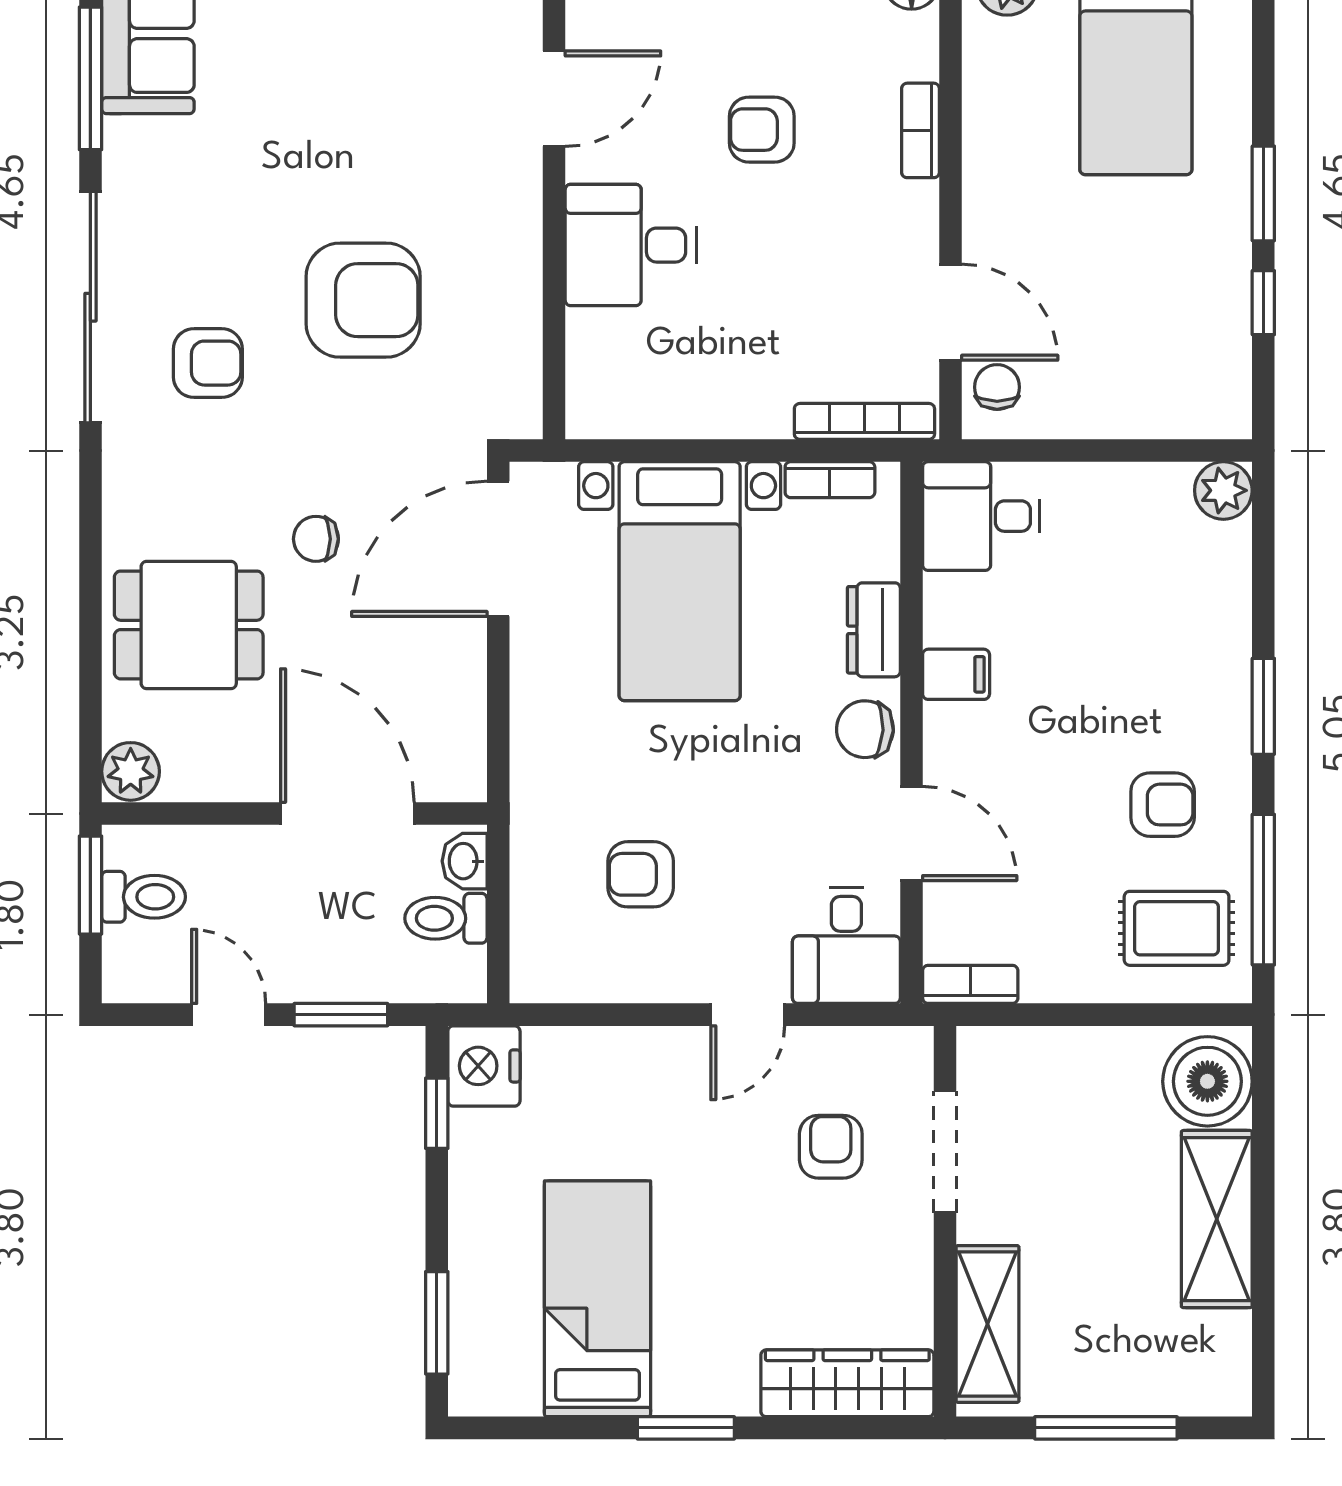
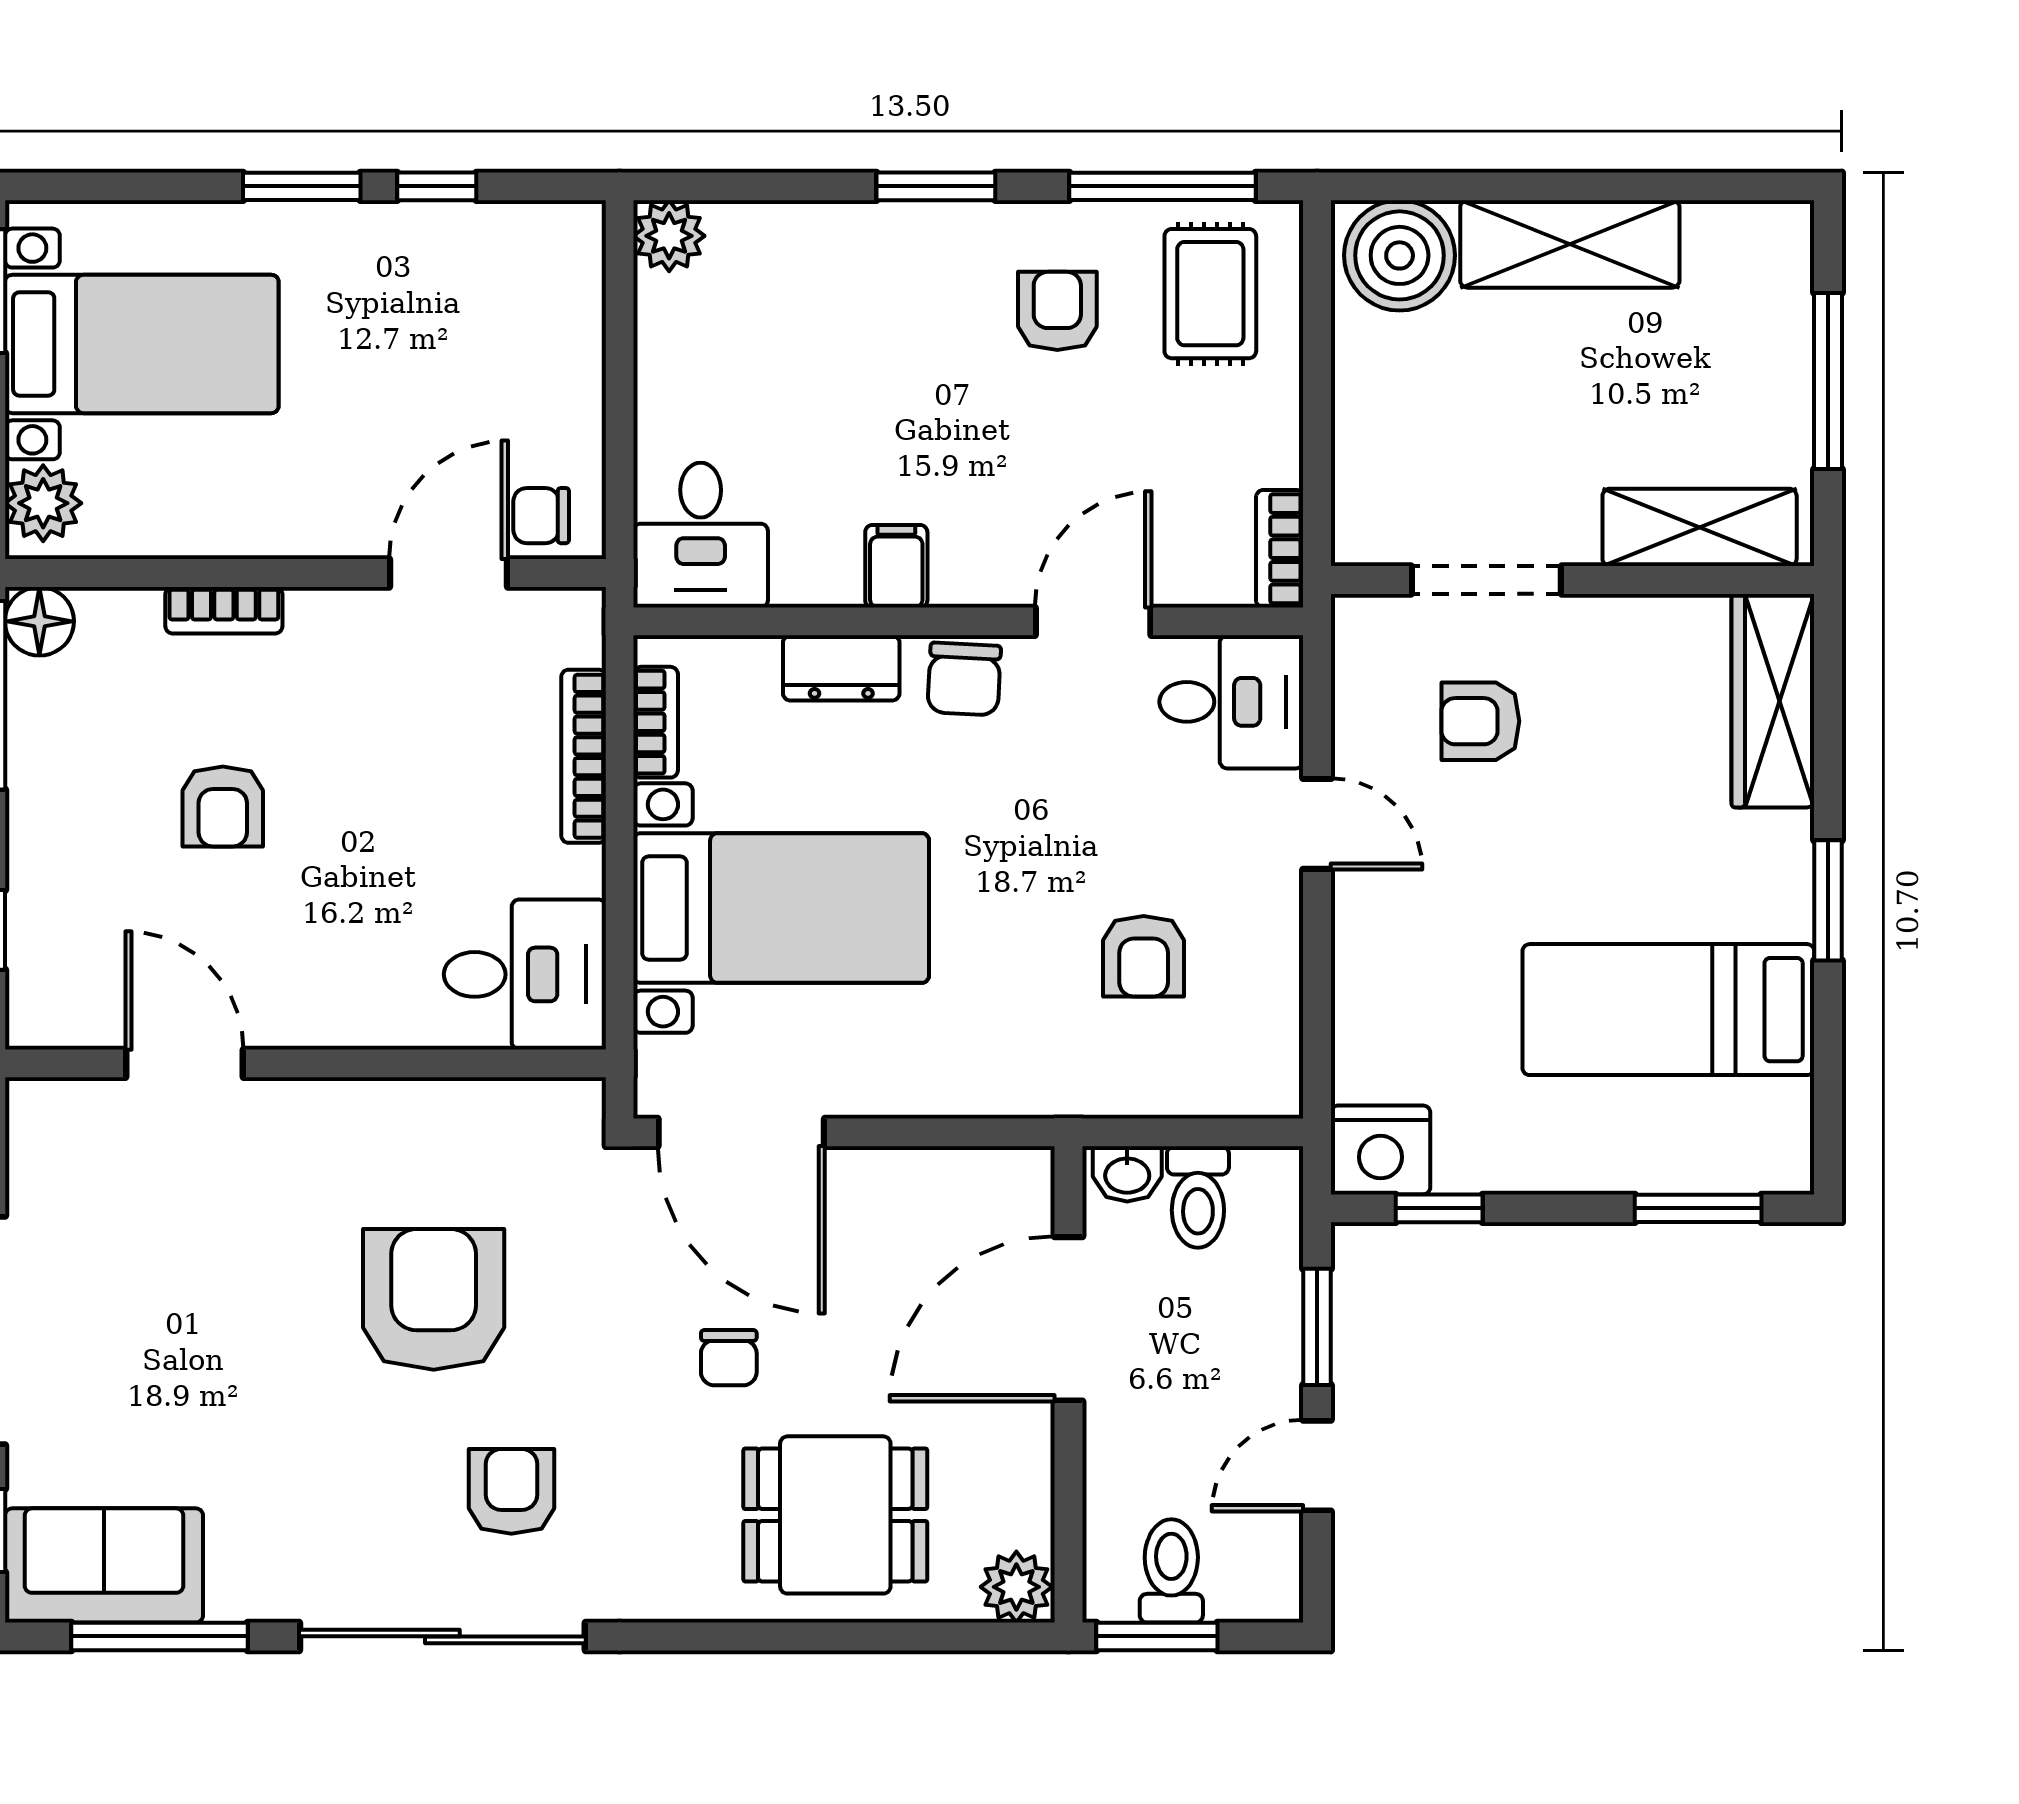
desk: (631, 245) -> (525, 974), moved, turned -90
bookcase: (864, 421) -> (584, 756), moved
dining table: (189, 625) -> (835, 1515), turned 90

